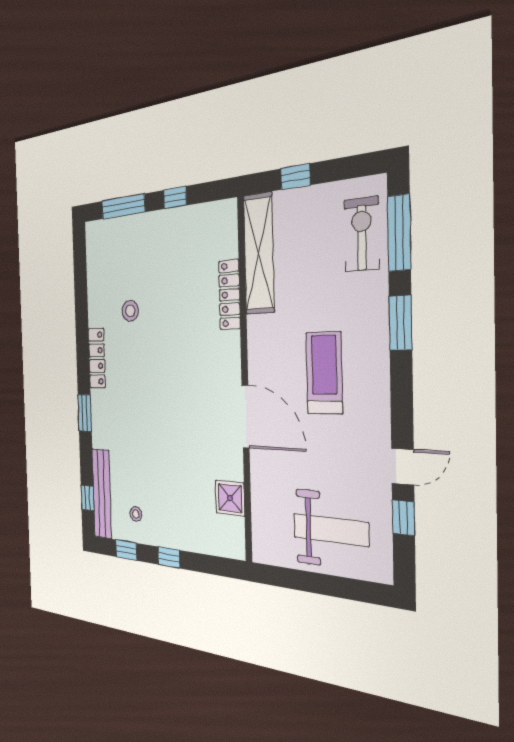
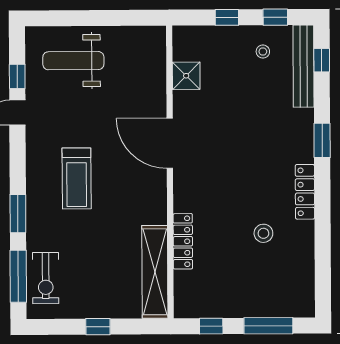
shelving: (259, 254) -> (155, 272), moved
locker: (229, 295) -> (183, 241), moved
wall: (245, 381) -> (170, 172), moved
door: (246, 416) -> (170, 143), moved
shower: (230, 498) -> (186, 76), moved

